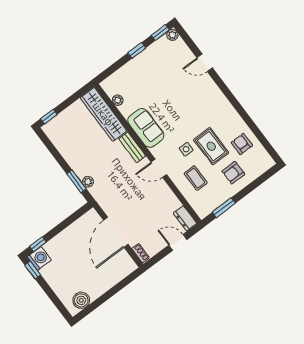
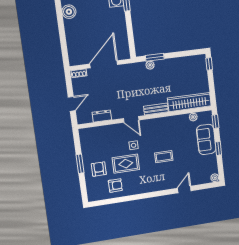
window: (160, 33) -> (215, 122), moved
sofa: (146, 128) -> (206, 139), moved, turned 90
door: (159, 168) -> (131, 119), swing flipped
coffee table: (196, 178) -> (164, 157), moved
window: (224, 208) -> (80, 164), moved
dresser: (185, 218) -> (102, 116), moved
door: (116, 232) -> (104, 64), hinge flipped

